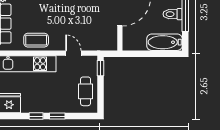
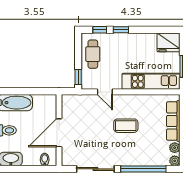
coffee table: (36, 40) -> (126, 126), moved
window: (36, 116) -> (100, 30), moved

